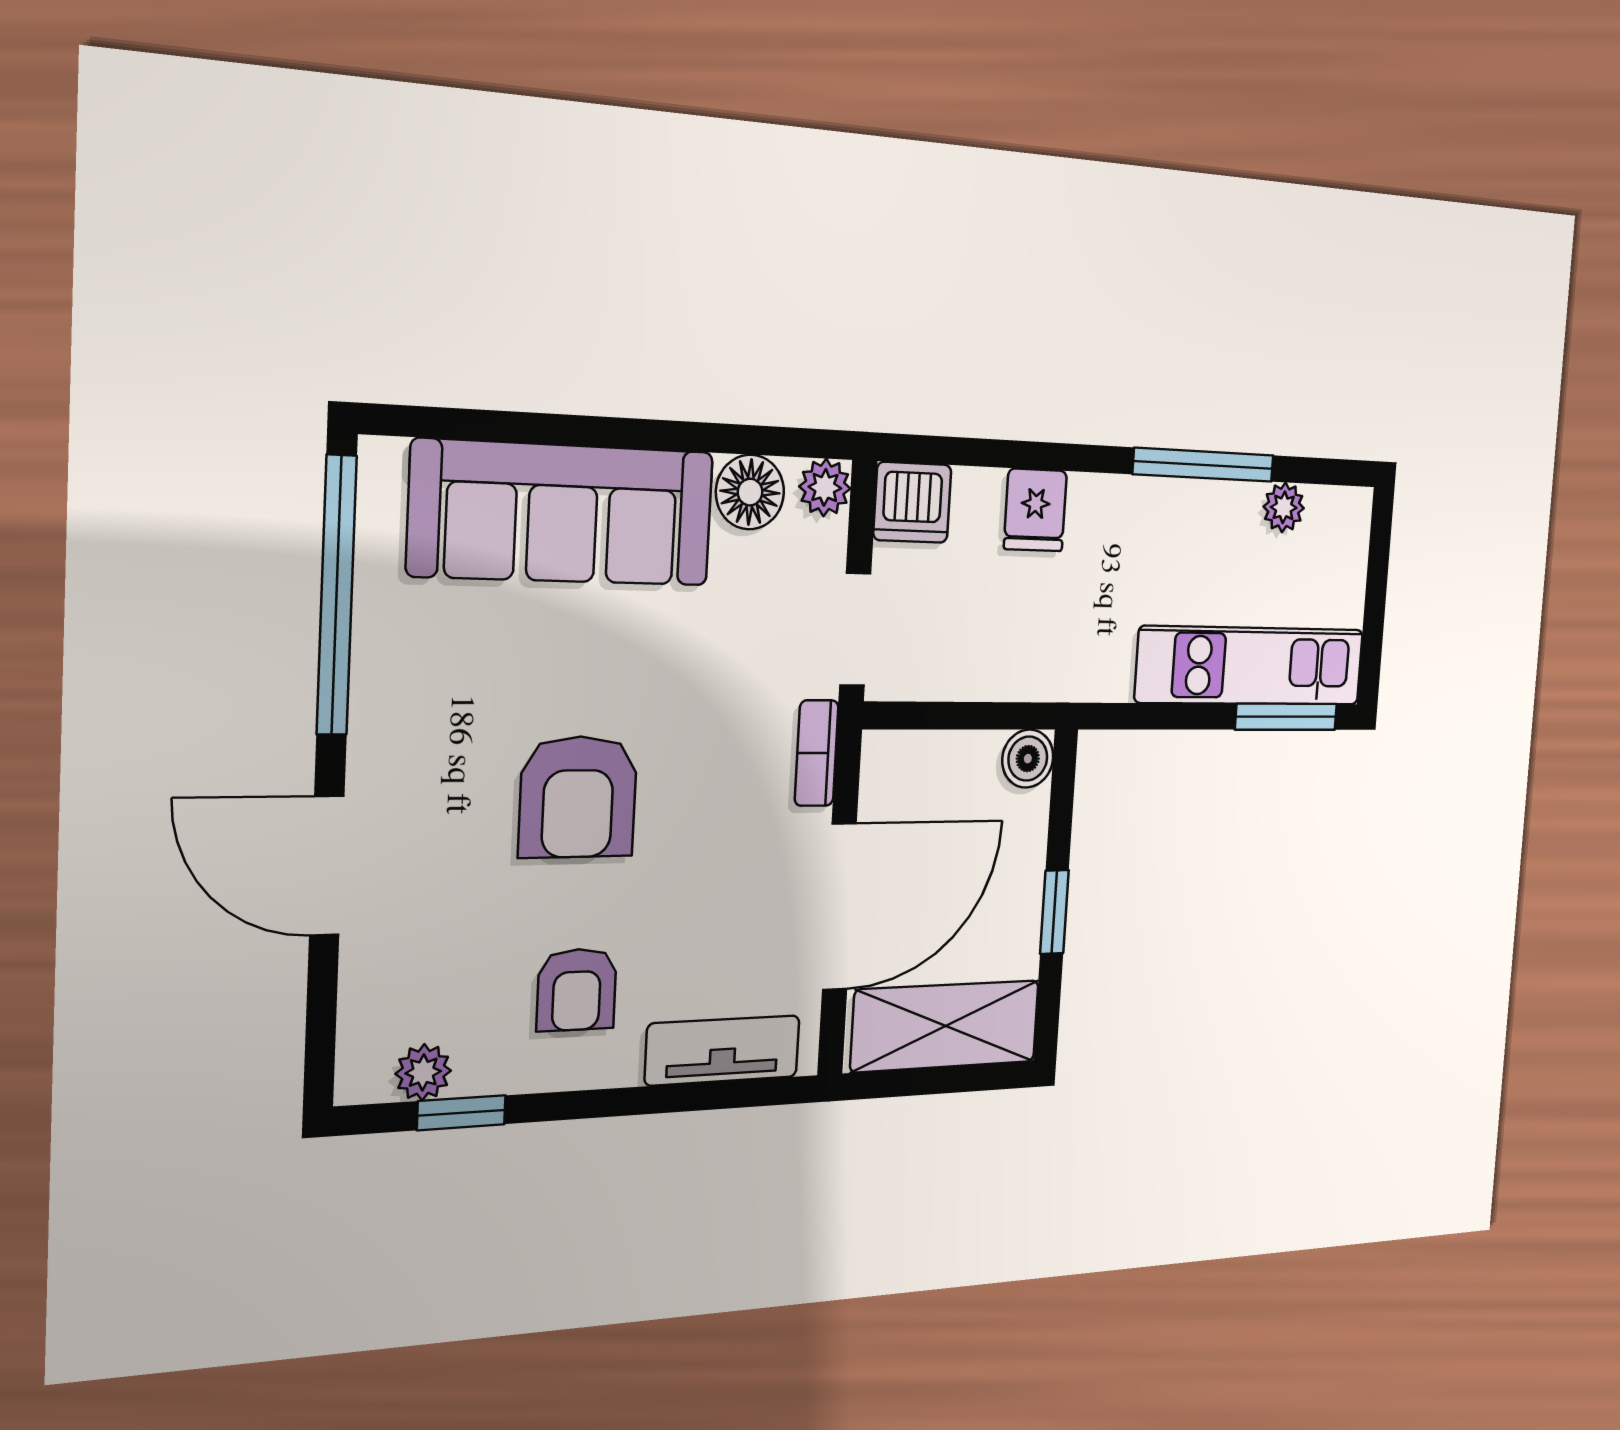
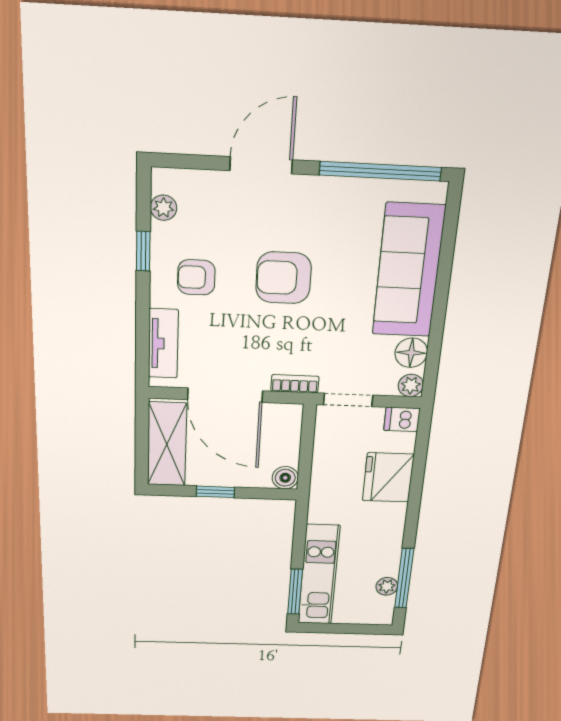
window: (1204, 465) -> (404, 578), moved
dishwasher: (912, 502) -> (402, 419), width x0.73
fridge: (1035, 510) -> (388, 477), width x1.88, depth x1.34
window: (461, 1113) -> (143, 251), moved

